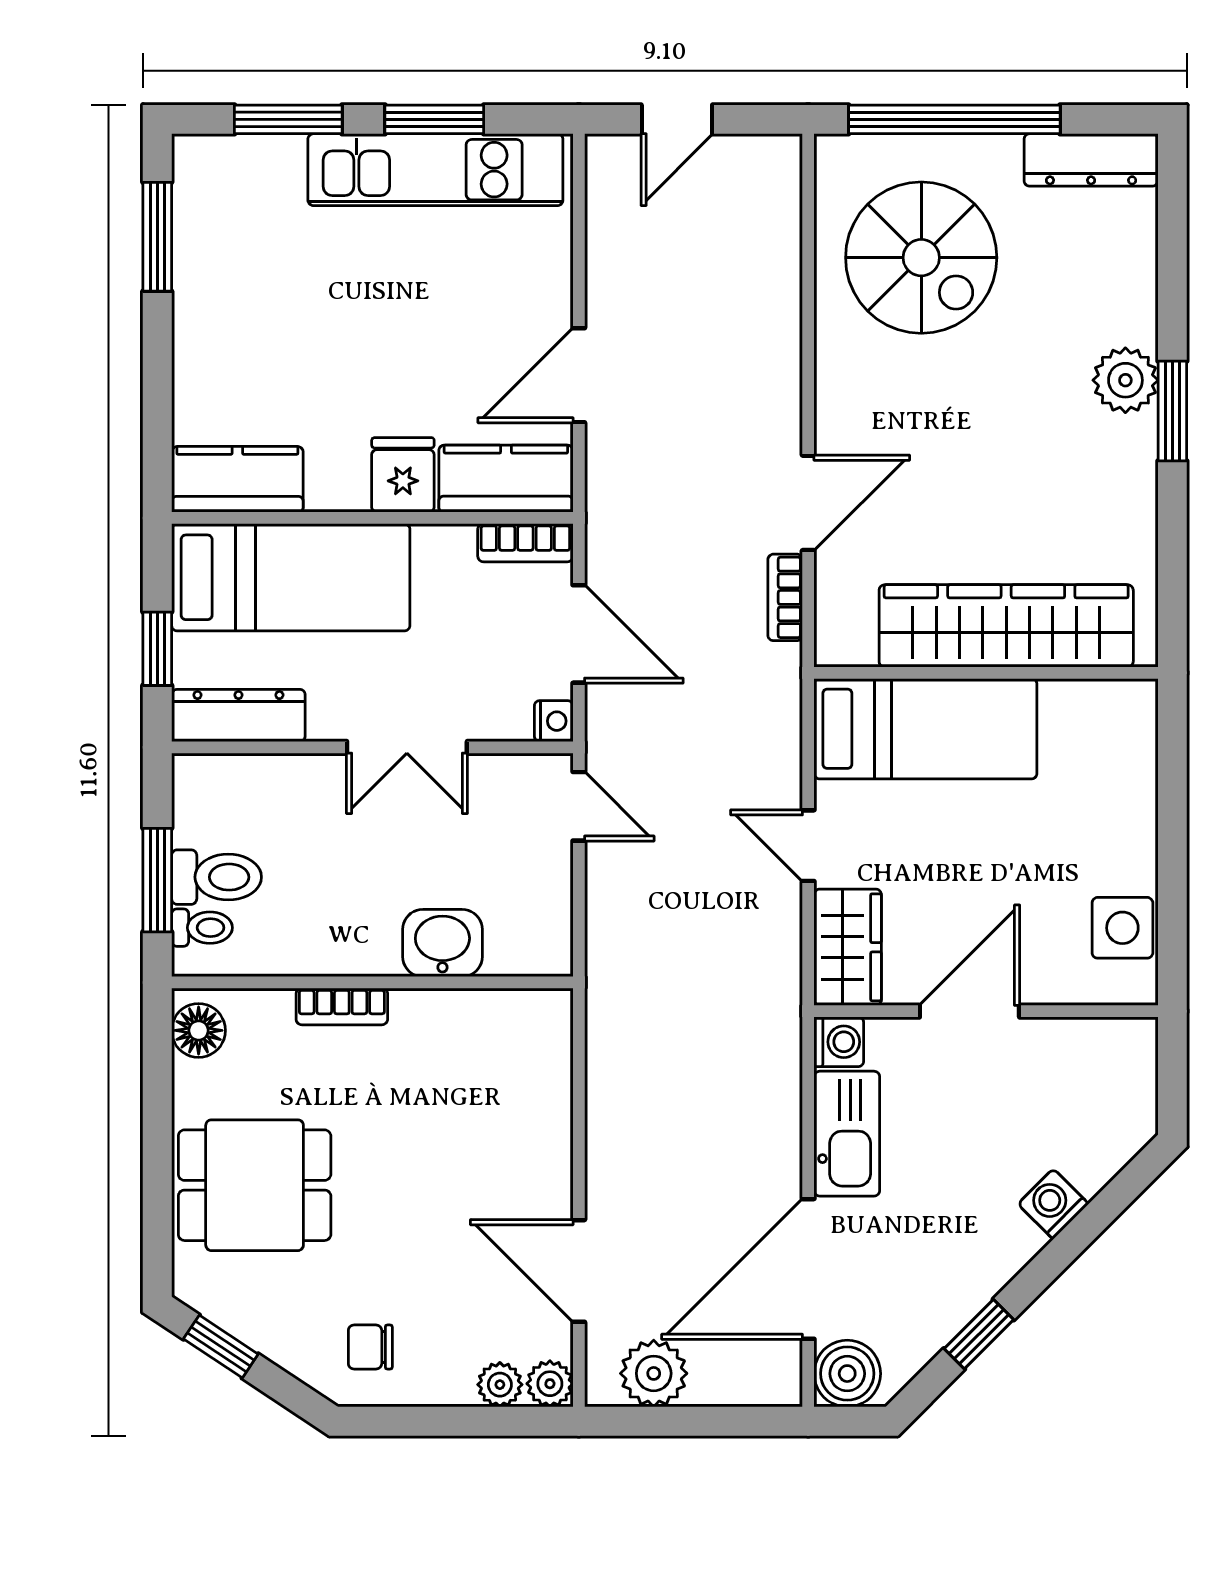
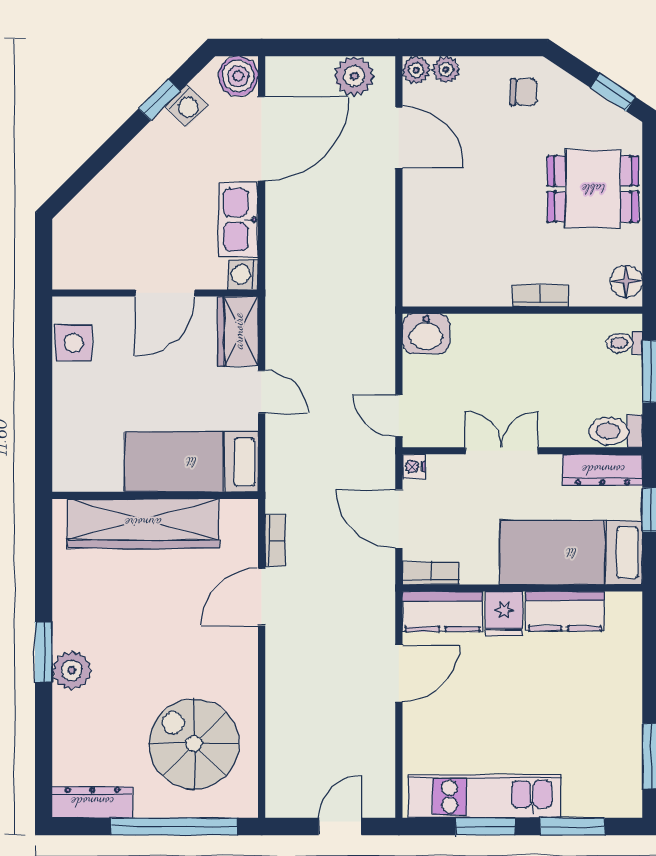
kitchen counter: (237, 479) -> (565, 611), moved
toilet: (217, 877) -> (616, 431), moved
washbasin: (442, 943) -> (426, 334), moved
washing machine: (1053, 1204) -> (187, 106), moved

